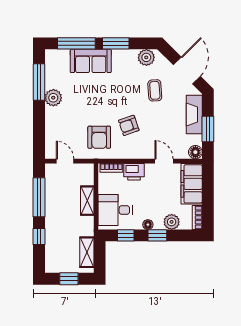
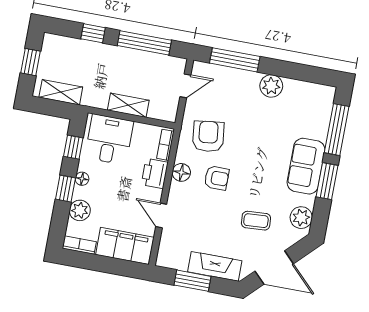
sofa: (91, 61) -> (306, 166), moved
window: (39, 82) -> (235, 60), moved
armchair: (129, 125) -> (217, 178), turned 109
armchair: (99, 137) -> (208, 136), turned 83
floor lamp: (195, 152) -> (181, 172), moved
door: (164, 161) -> (161, 215), swing flipped

